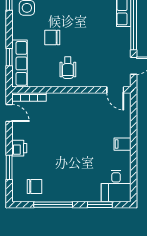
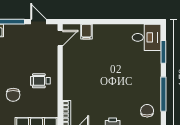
wheelchair: (68, 68) -> (40, 81), turned 180
filing cabinet: (122, 144) -> (86, 32), moved

